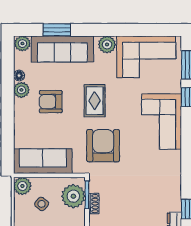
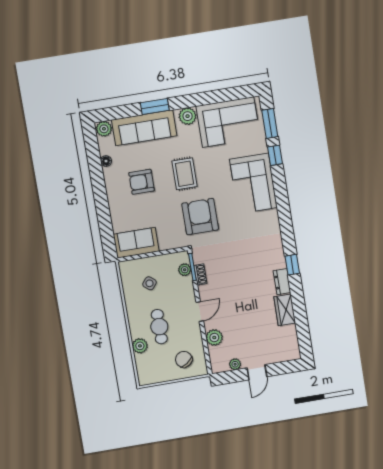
window: (57, 30) -> (155, 106), moved
plant: (21, 90) -> (111, 175), removed
sofa: (43, 161) -> (136, 243), width x0.73
plant: (22, 186) -> (128, 269), removed
plant: (73, 196) -> (185, 270), width x0.53, depth x0.53

